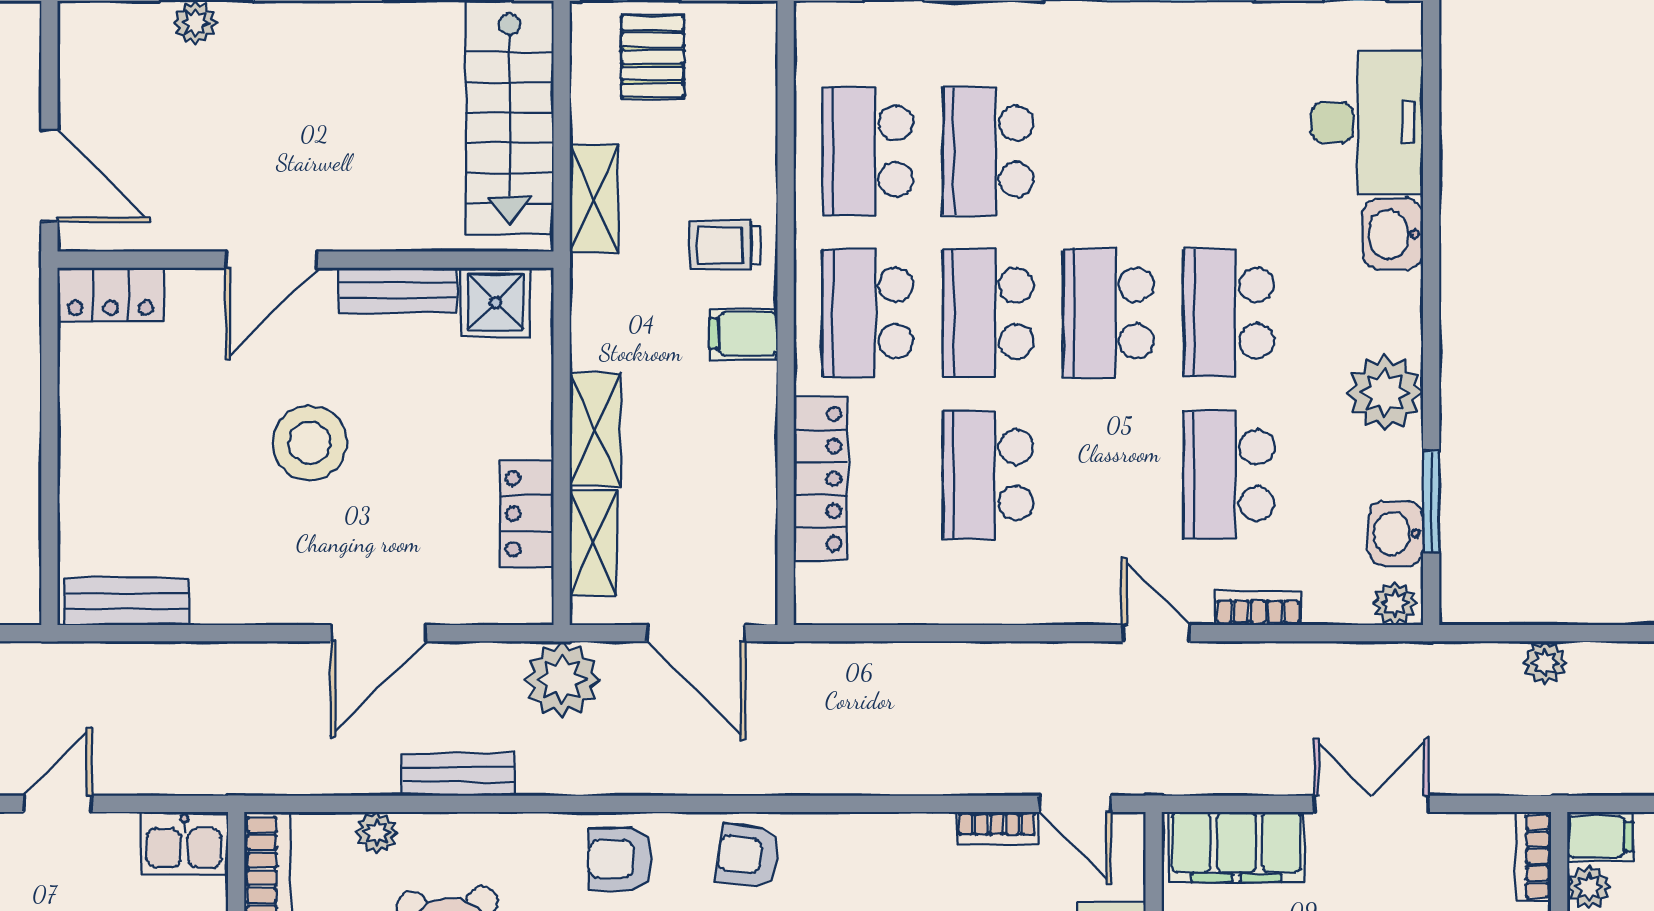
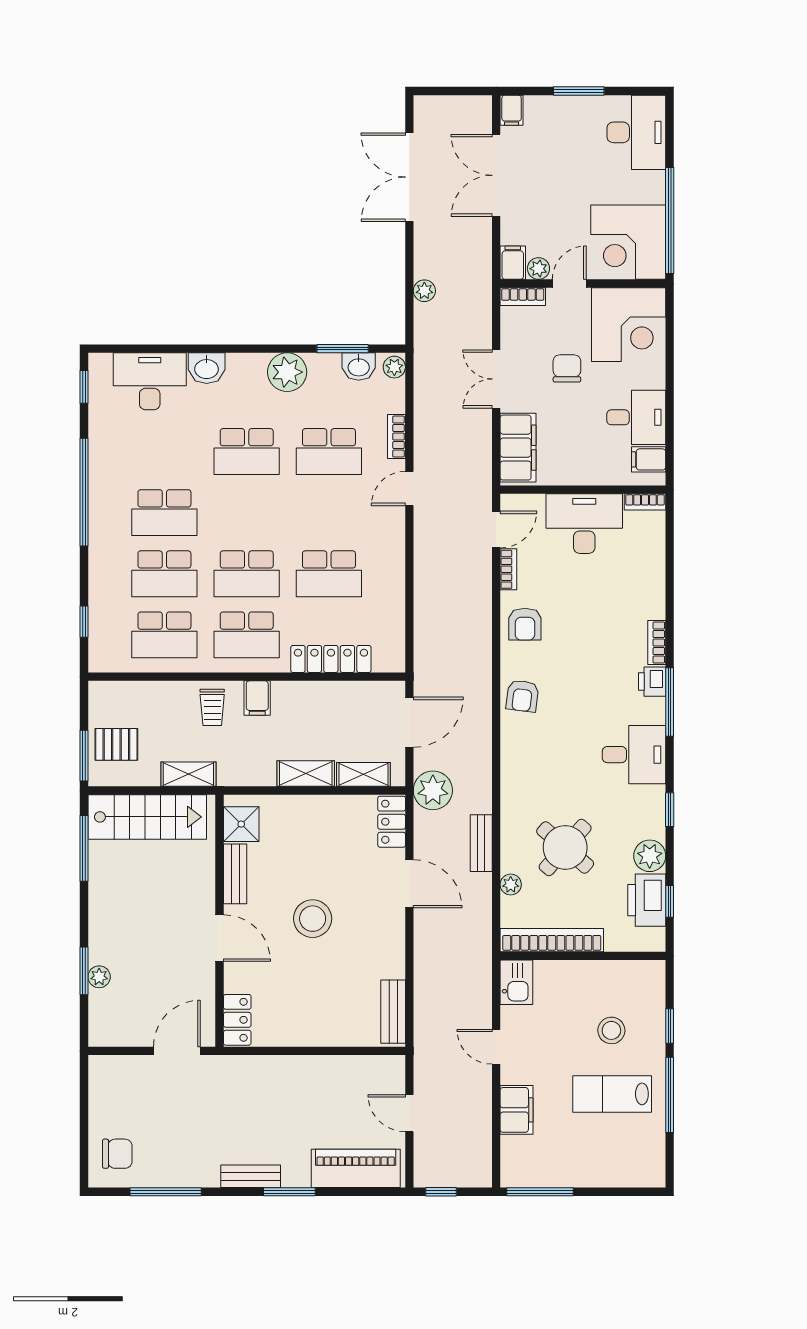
school desk: (1108, 313) -> (164, 513), moved
locker: (527, 514) -> (392, 822), moved, turned 90
armchair: (620, 859) -> (525, 624), moved

